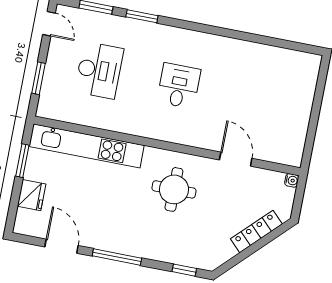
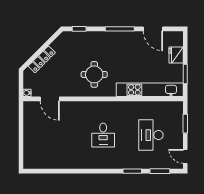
door: (236, 159) -> (50, 99), moved

